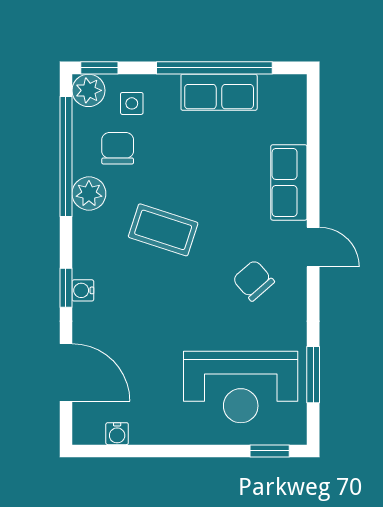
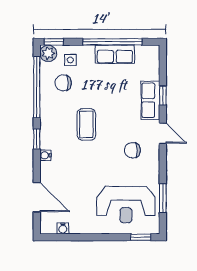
chair: (118, 148) -> (63, 83), turned -90
window: (313, 173) -> (163, 95), added
plant: (89, 194) -> (48, 106), removed
coffee table: (163, 230) -> (86, 124), turned 72
chair: (253, 280) -> (132, 150), turned -49
window: (66, 288) -> (37, 139), moved

